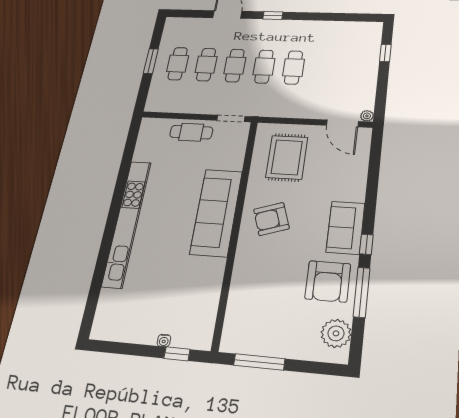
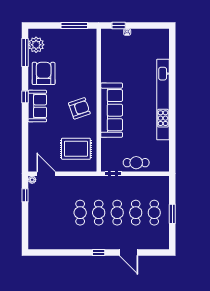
window: (385, 53) -> (25, 195), moved
rug: (287, 157) -> (76, 149), turned 90
window: (362, 292) -> (25, 53), moved

